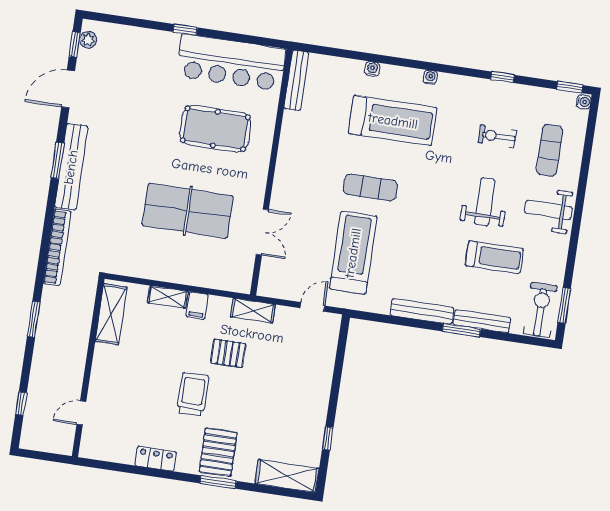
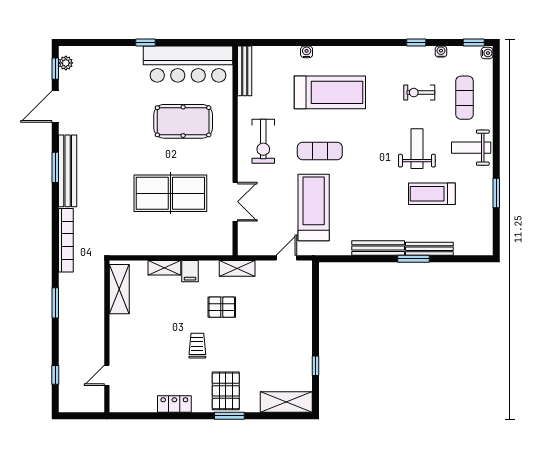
water cooler: (430, 77) -> (441, 52), moved
treadmill: (494, 257) -> (432, 194), turned 180
window: (564, 306) -> (496, 193), moved
exercise bike: (540, 310) -> (263, 141), moved, turned 180
trolley: (193, 394) -> (197, 346), width x0.73, depth x0.72

